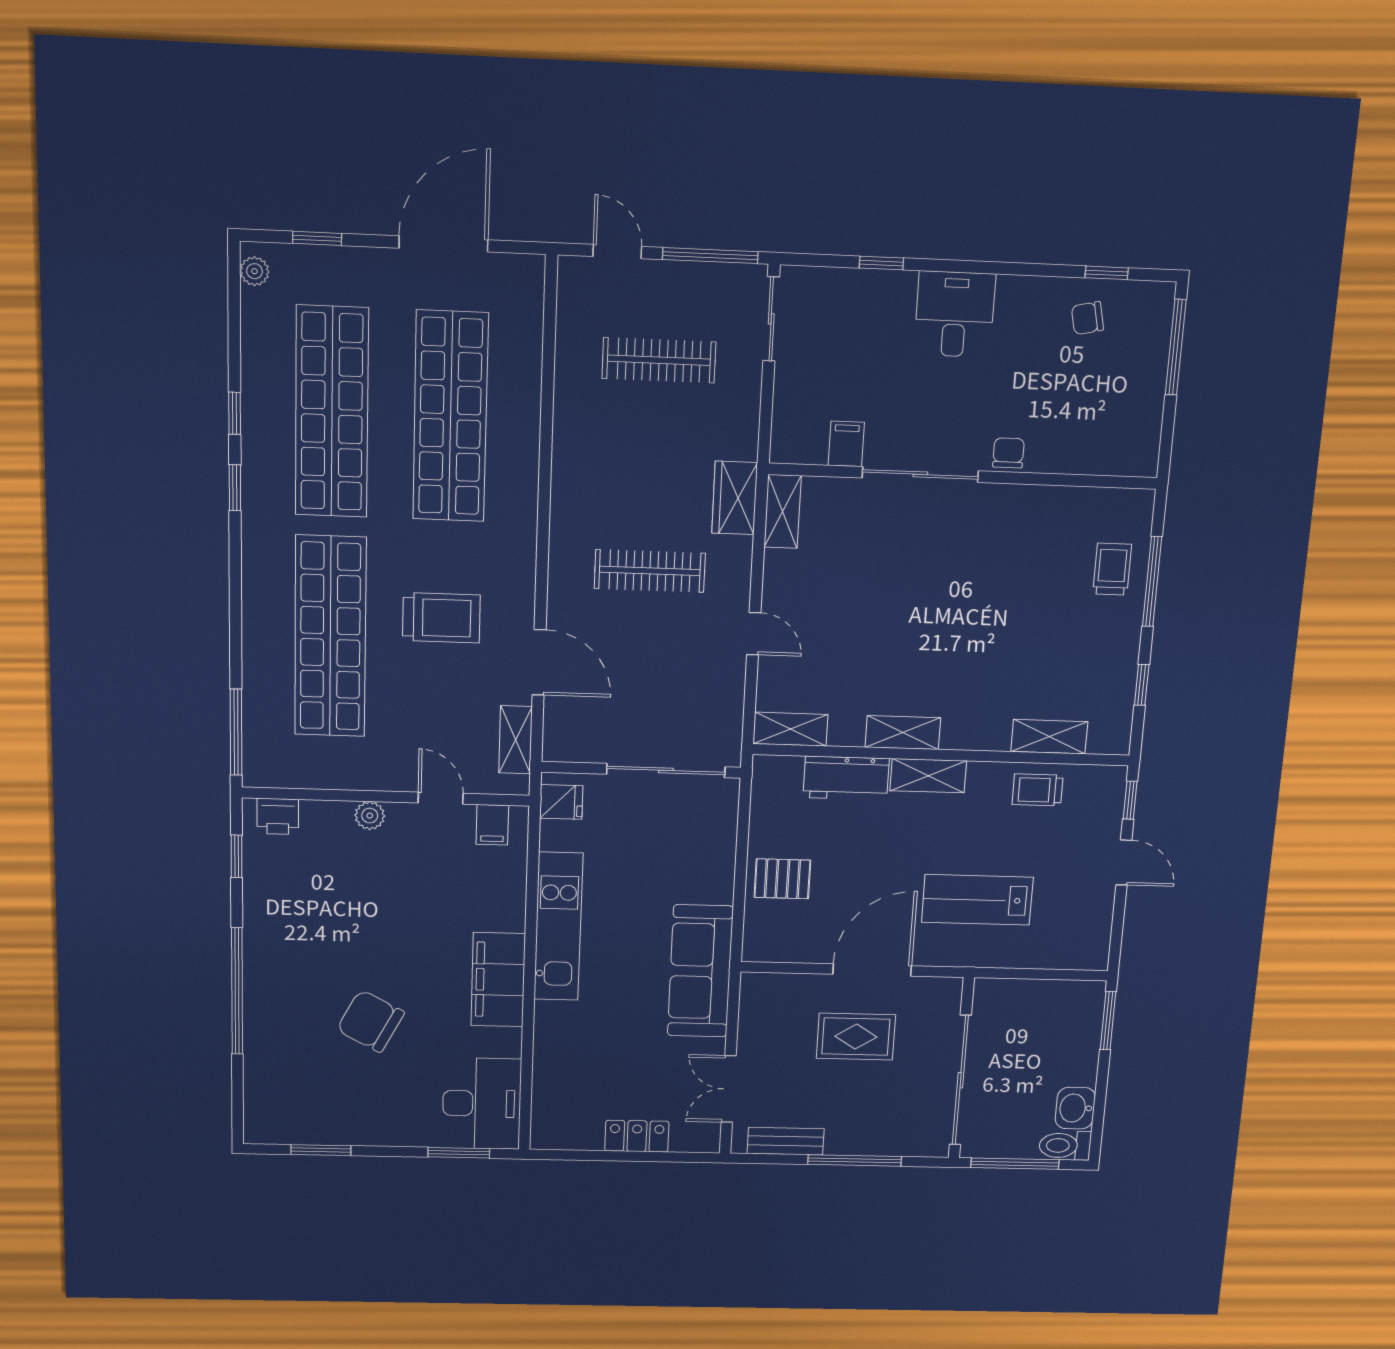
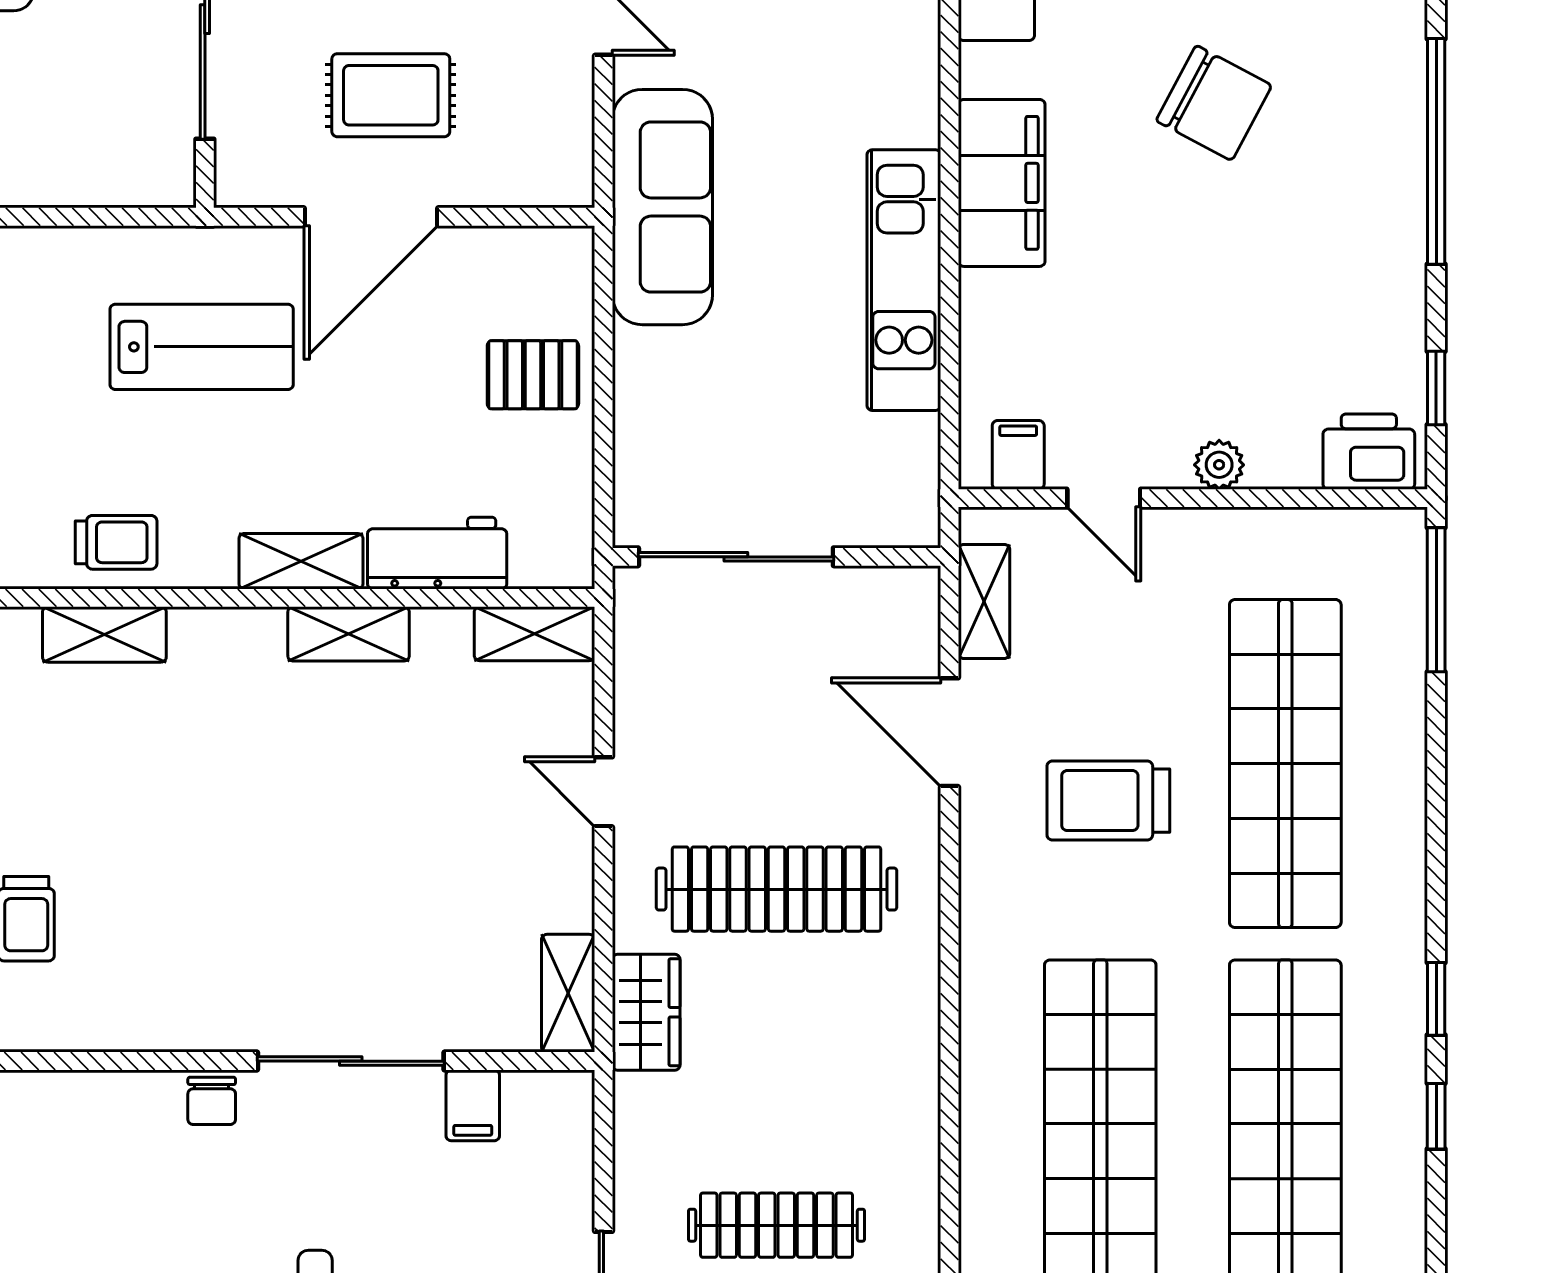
clothes rail: (650, 571) -> (777, 889), width x1.37, depth x1.31
fridge: (561, 802) -> (906, 497), removed
printer: (278, 816) -> (1369, 452), width x1.36, depth x1.24

